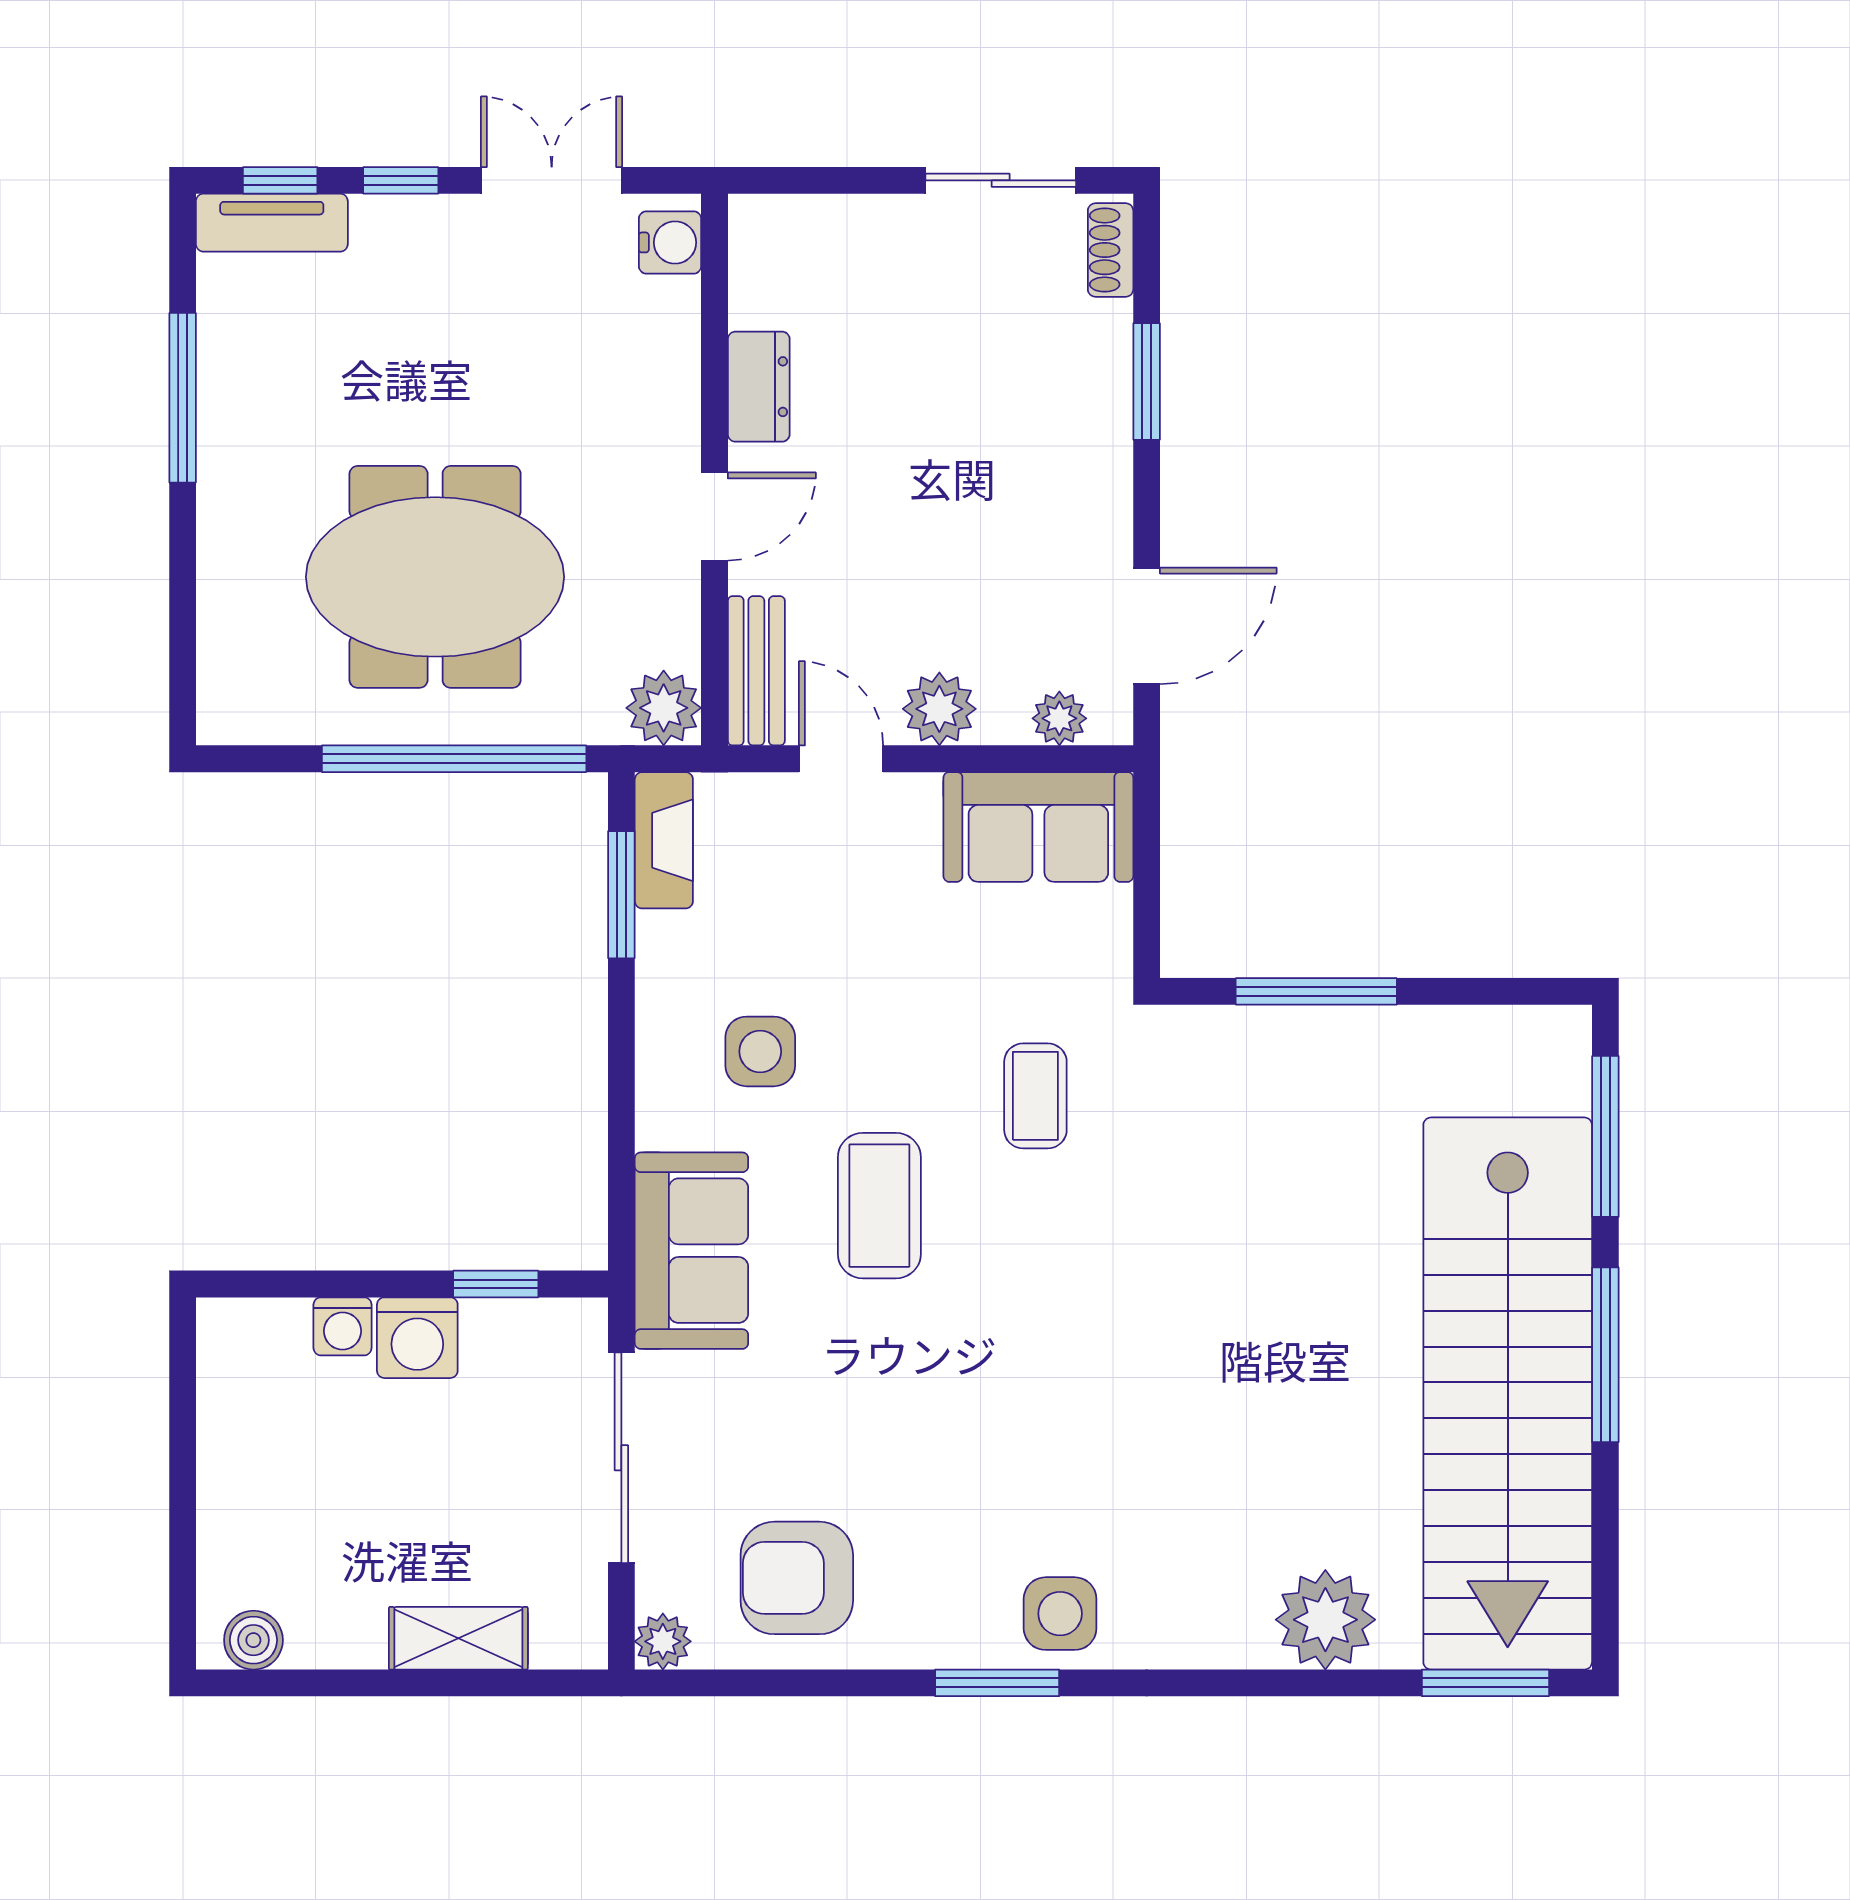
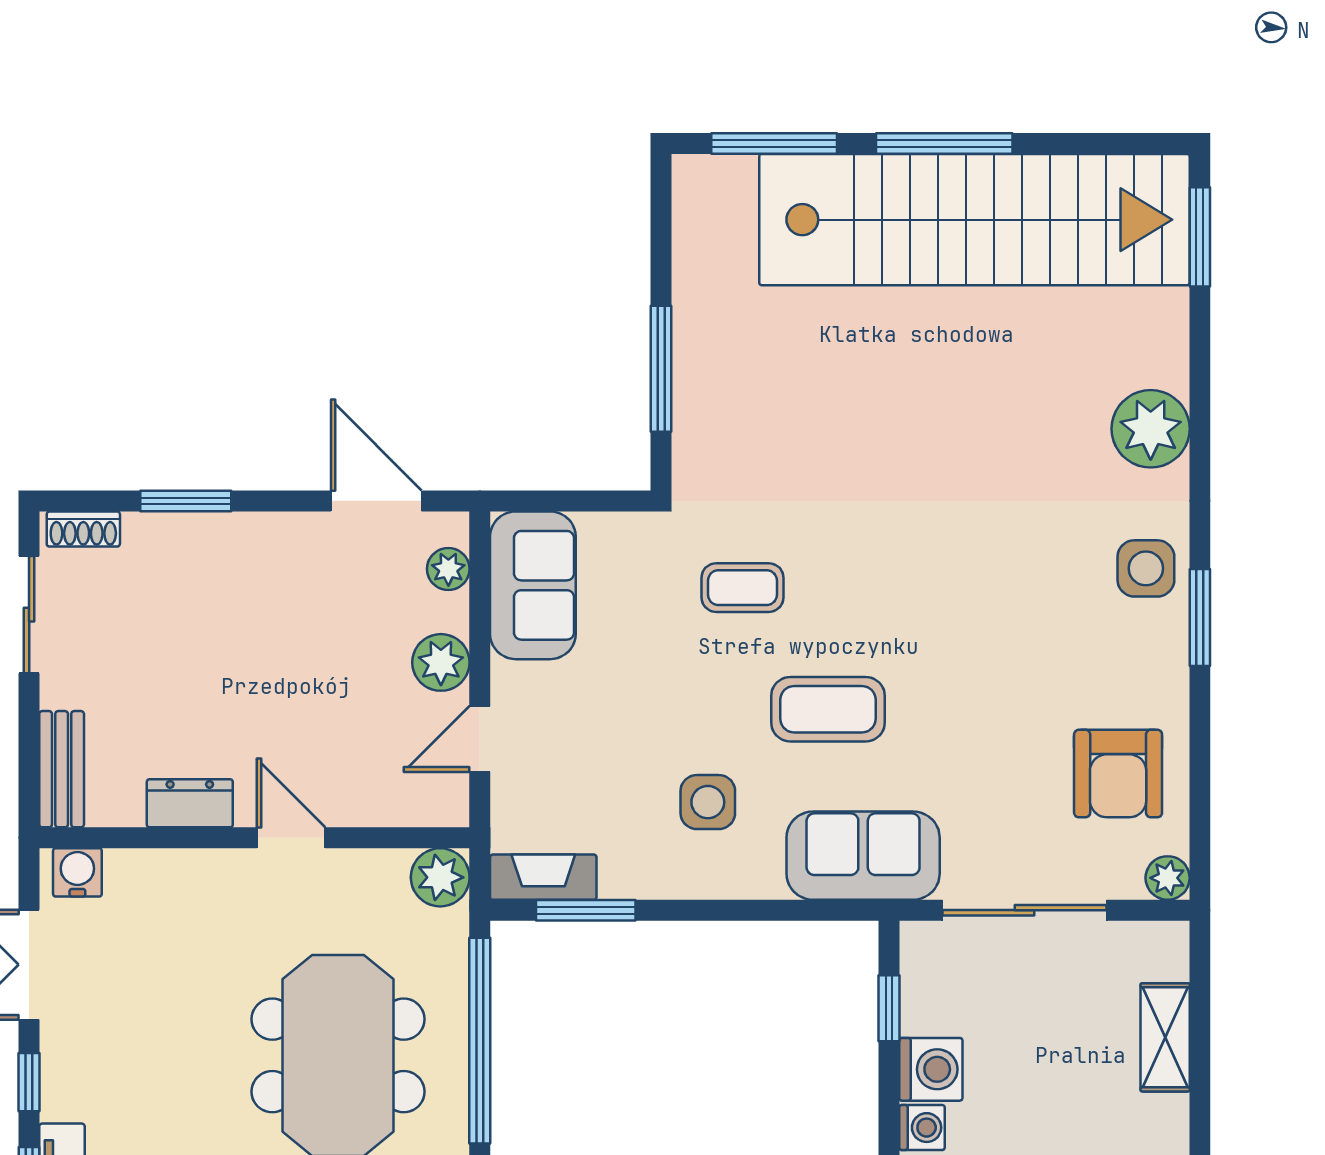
bench: (756, 671) -> (62, 769), moved, turned 90
plant: (1325, 1620) -> (1151, 429), moved

